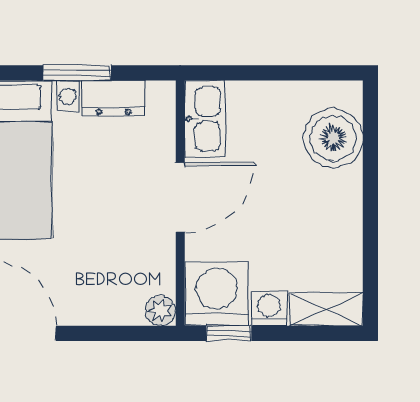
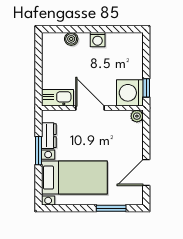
boiler: (333, 138) -> (71, 39), width x0.54, depth x0.54
washing machine: (269, 308) -> (98, 40), moved, turned -90
shelving: (326, 309) -> (136, 47), removed

